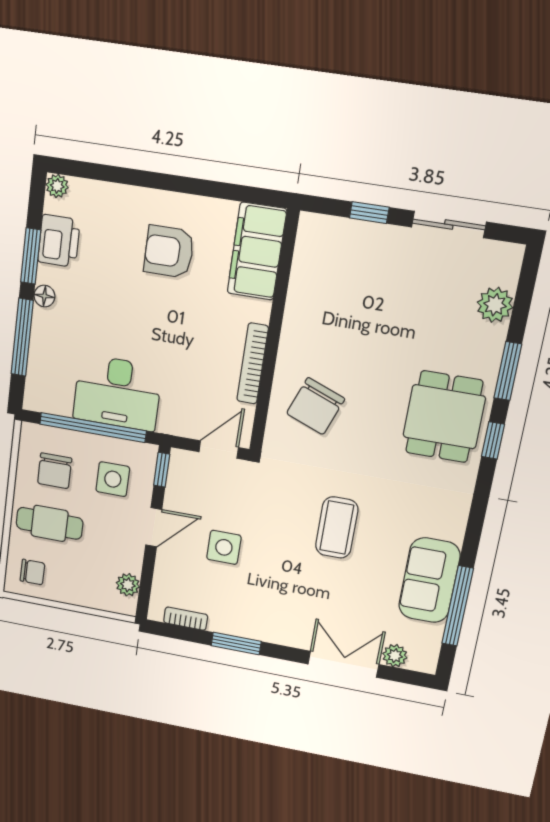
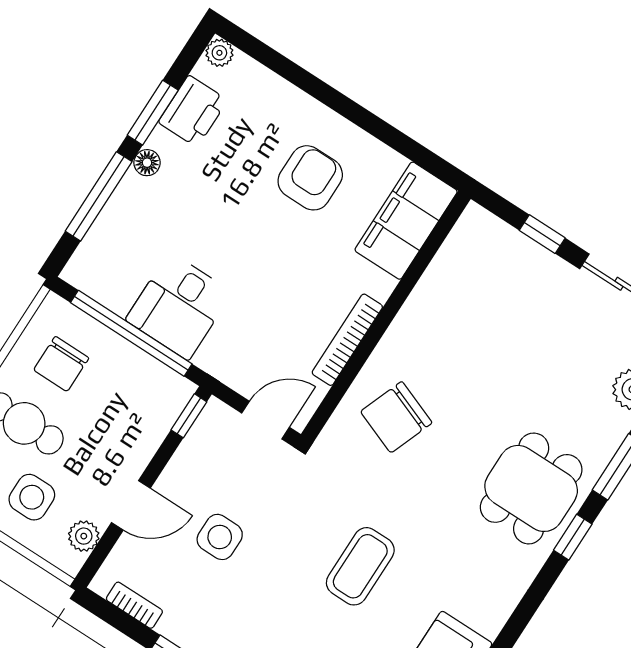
armchair: (169, 252) -> (310, 178), turned 90
desk: (117, 393) -> (179, 306), width x0.73
side table: (113, 479) -> (32, 497), moved
door: (154, 527) -> (131, 505), moved

